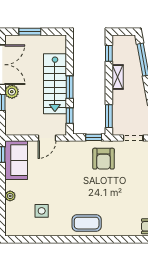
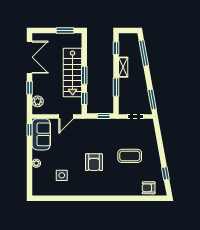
window: (30, 32) -> (65, 30), moved
plant: (12, 92) -> (38, 101), moved
window: (109, 116) -> (116, 87), moved
armchair: (104, 159) -> (94, 162), moved
coffee table: (87, 223) -> (130, 156), moved

